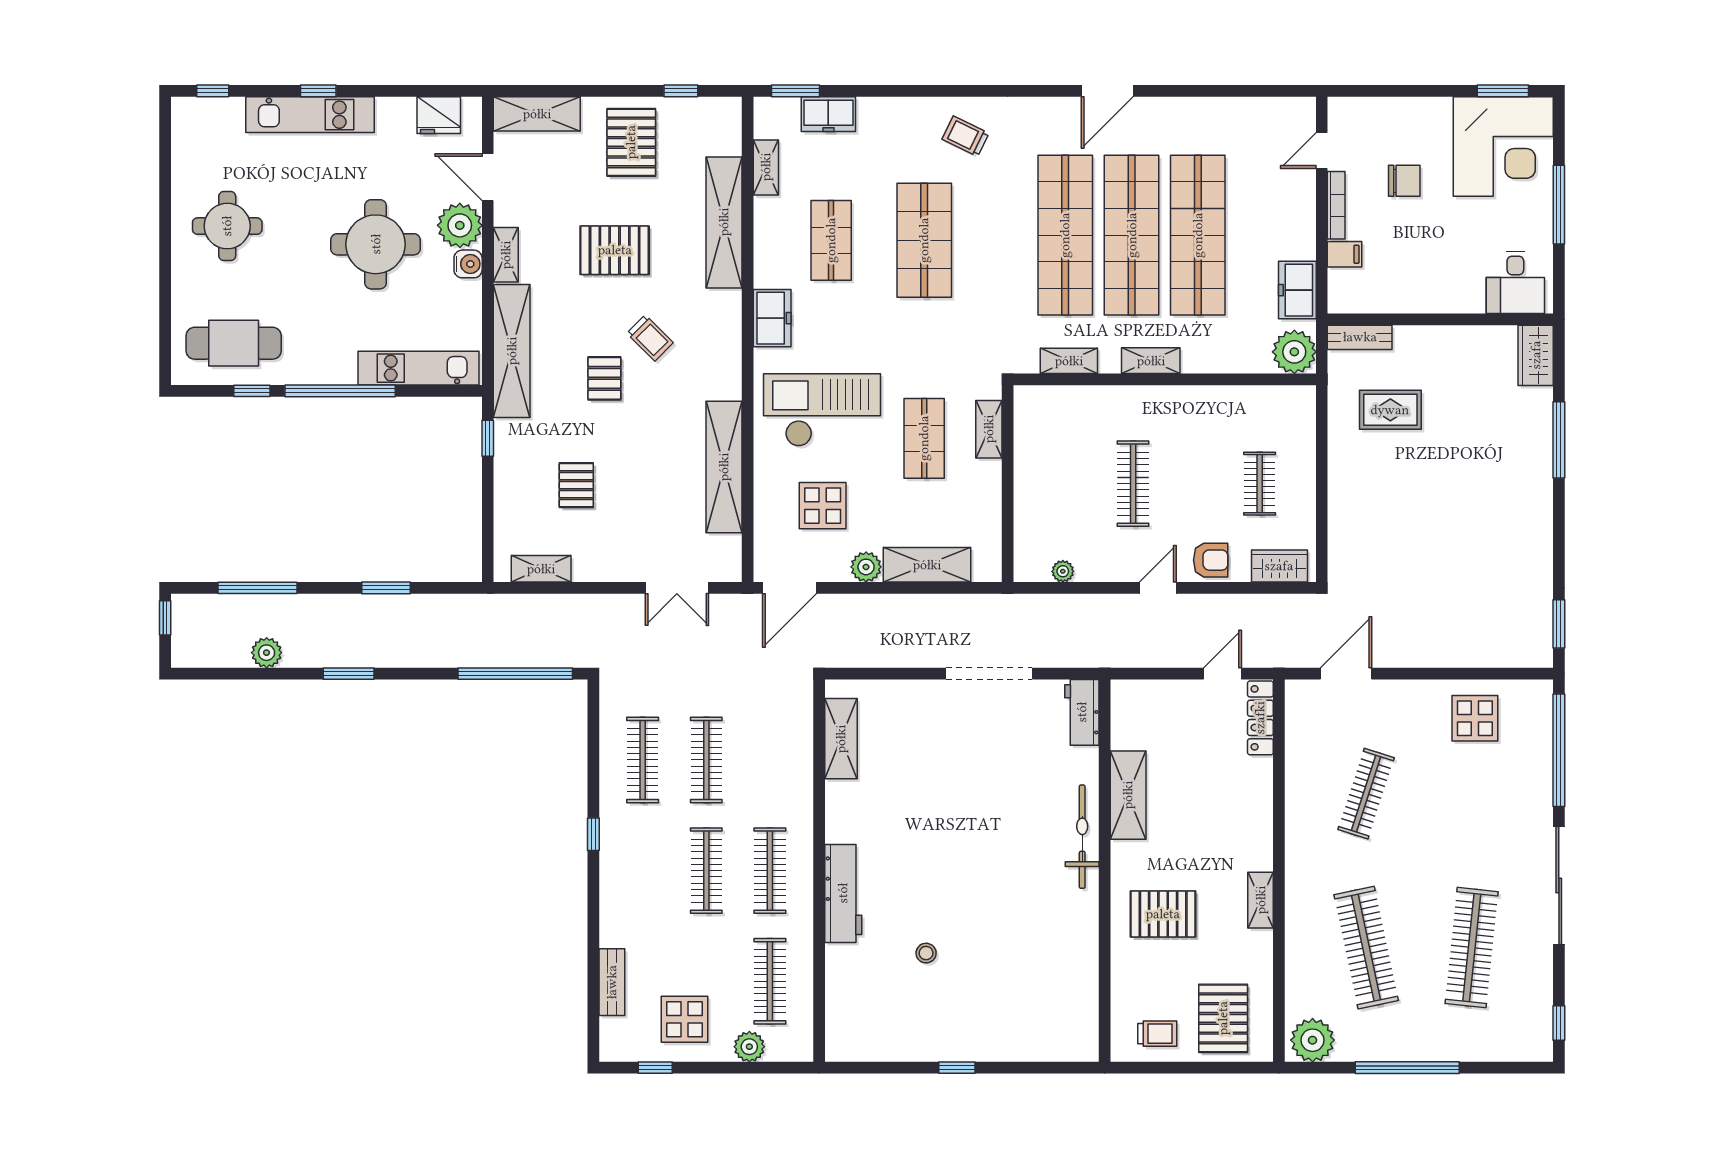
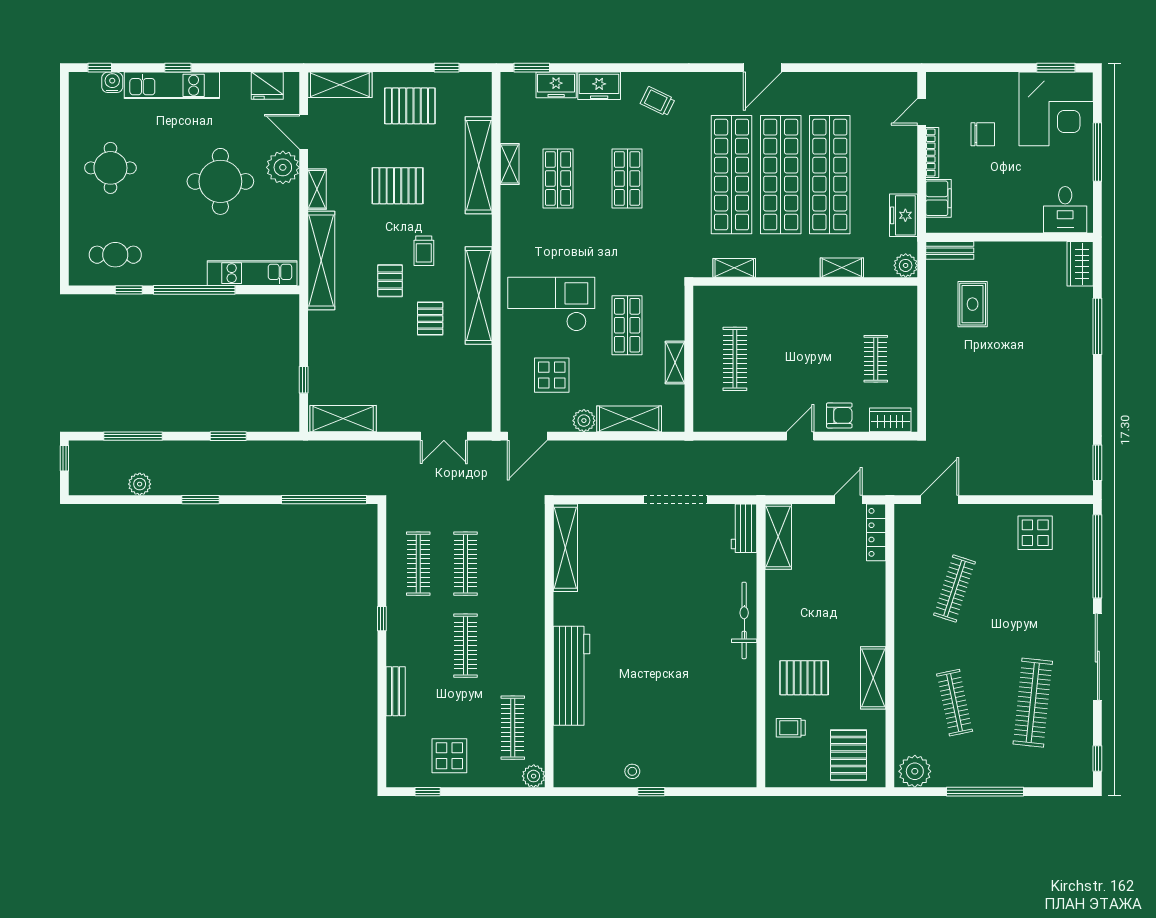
pallet: (631, 142) -> (410, 106), turned 90
shelving: (766, 167) -> (510, 164), moved
shop shelf: (924, 240) -> (627, 178), width x0.70, depth x0.74
filing cabinet: (1345, 254) -> (939, 198), width x2.00
water cooler: (468, 264) -> (112, 82), moved, turned -90
freezer: (772, 318) -> (599, 86), moved, turned 90
trolley: (650, 338) -> (424, 251), turned 45
cafe table: (234, 343) -> (115, 255), width x0.73, depth x0.74
plant: (1294, 352) -> (906, 265), width x0.73, depth x0.73
shelving: (1151, 361) -> (842, 268), moved
rug: (1390, 410) -> (973, 304), turned 90
shelving: (989, 429) -> (675, 363), moved
window: (488, 438) -> (304, 380), moved
shelving: (724, 467) -> (479, 296), moved
clothes rail: (1133, 484) -> (735, 359), moved
pallet: (576, 485) -> (430, 319), moved
shelving: (541, 569) -> (343, 419), width x1.50, depth x1.33
plant: (1063, 571) -> (730, 424), removed
shelving: (841, 739) -> (565, 548), width x1.47
shelving: (1128, 795) -> (778, 537), moved
clothes rail: (770, 871) -> (513, 646), removed
workbench: (843, 893) -> (571, 676), width x1.36, depth x1.32
shelving: (1261, 900) -> (873, 678), width x1.50, depth x1.33
clothes rail: (1366, 948) -> (955, 703), width x0.73, depth x0.76
stool: (926, 953) -> (632, 771), moved
bench: (612, 982) -> (396, 691), moved
trolley: (1157, 1034) -> (791, 728), moved, turned 180
plant: (749, 1047) -> (534, 776), moved

